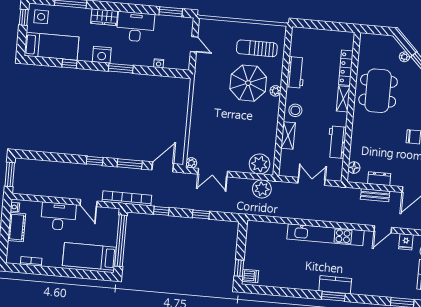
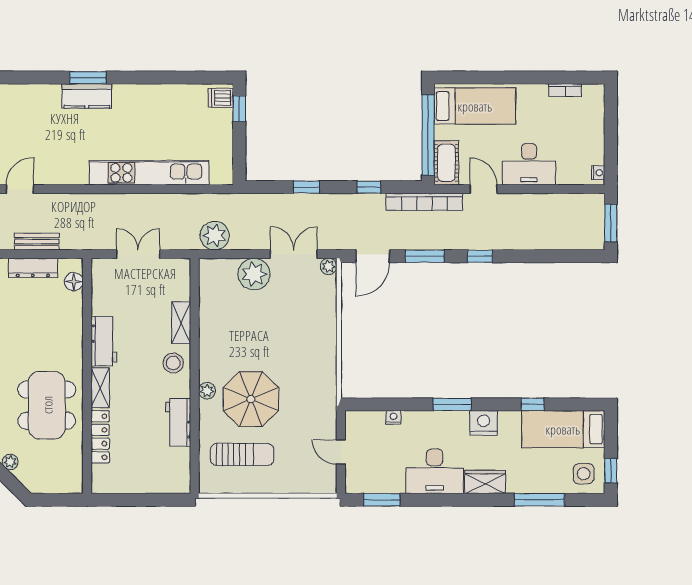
workbench: (337, 142) -> (104, 341), moved
plant: (260, 164) -> (254, 274), moved
dresser: (379, 179) -> (33, 268), width x1.44
double door: (312, 181) -> (138, 254), swing flipped
cot: (17, 227) -> (446, 163), moved
kitchen unit: (326, 235) -> (149, 173), moved

